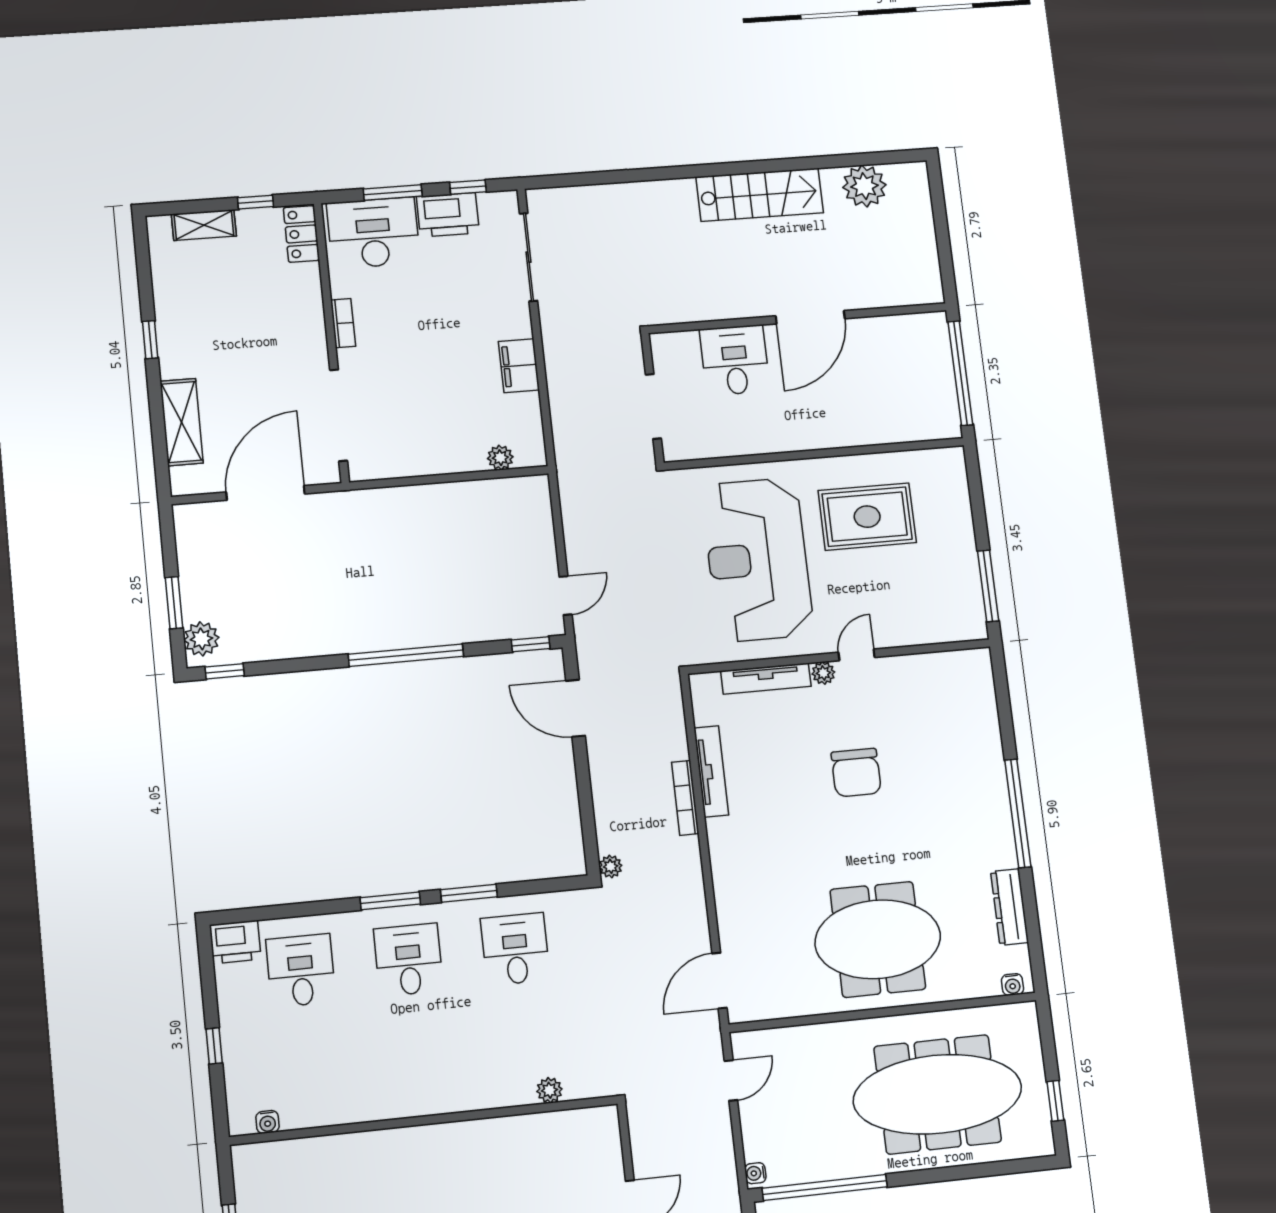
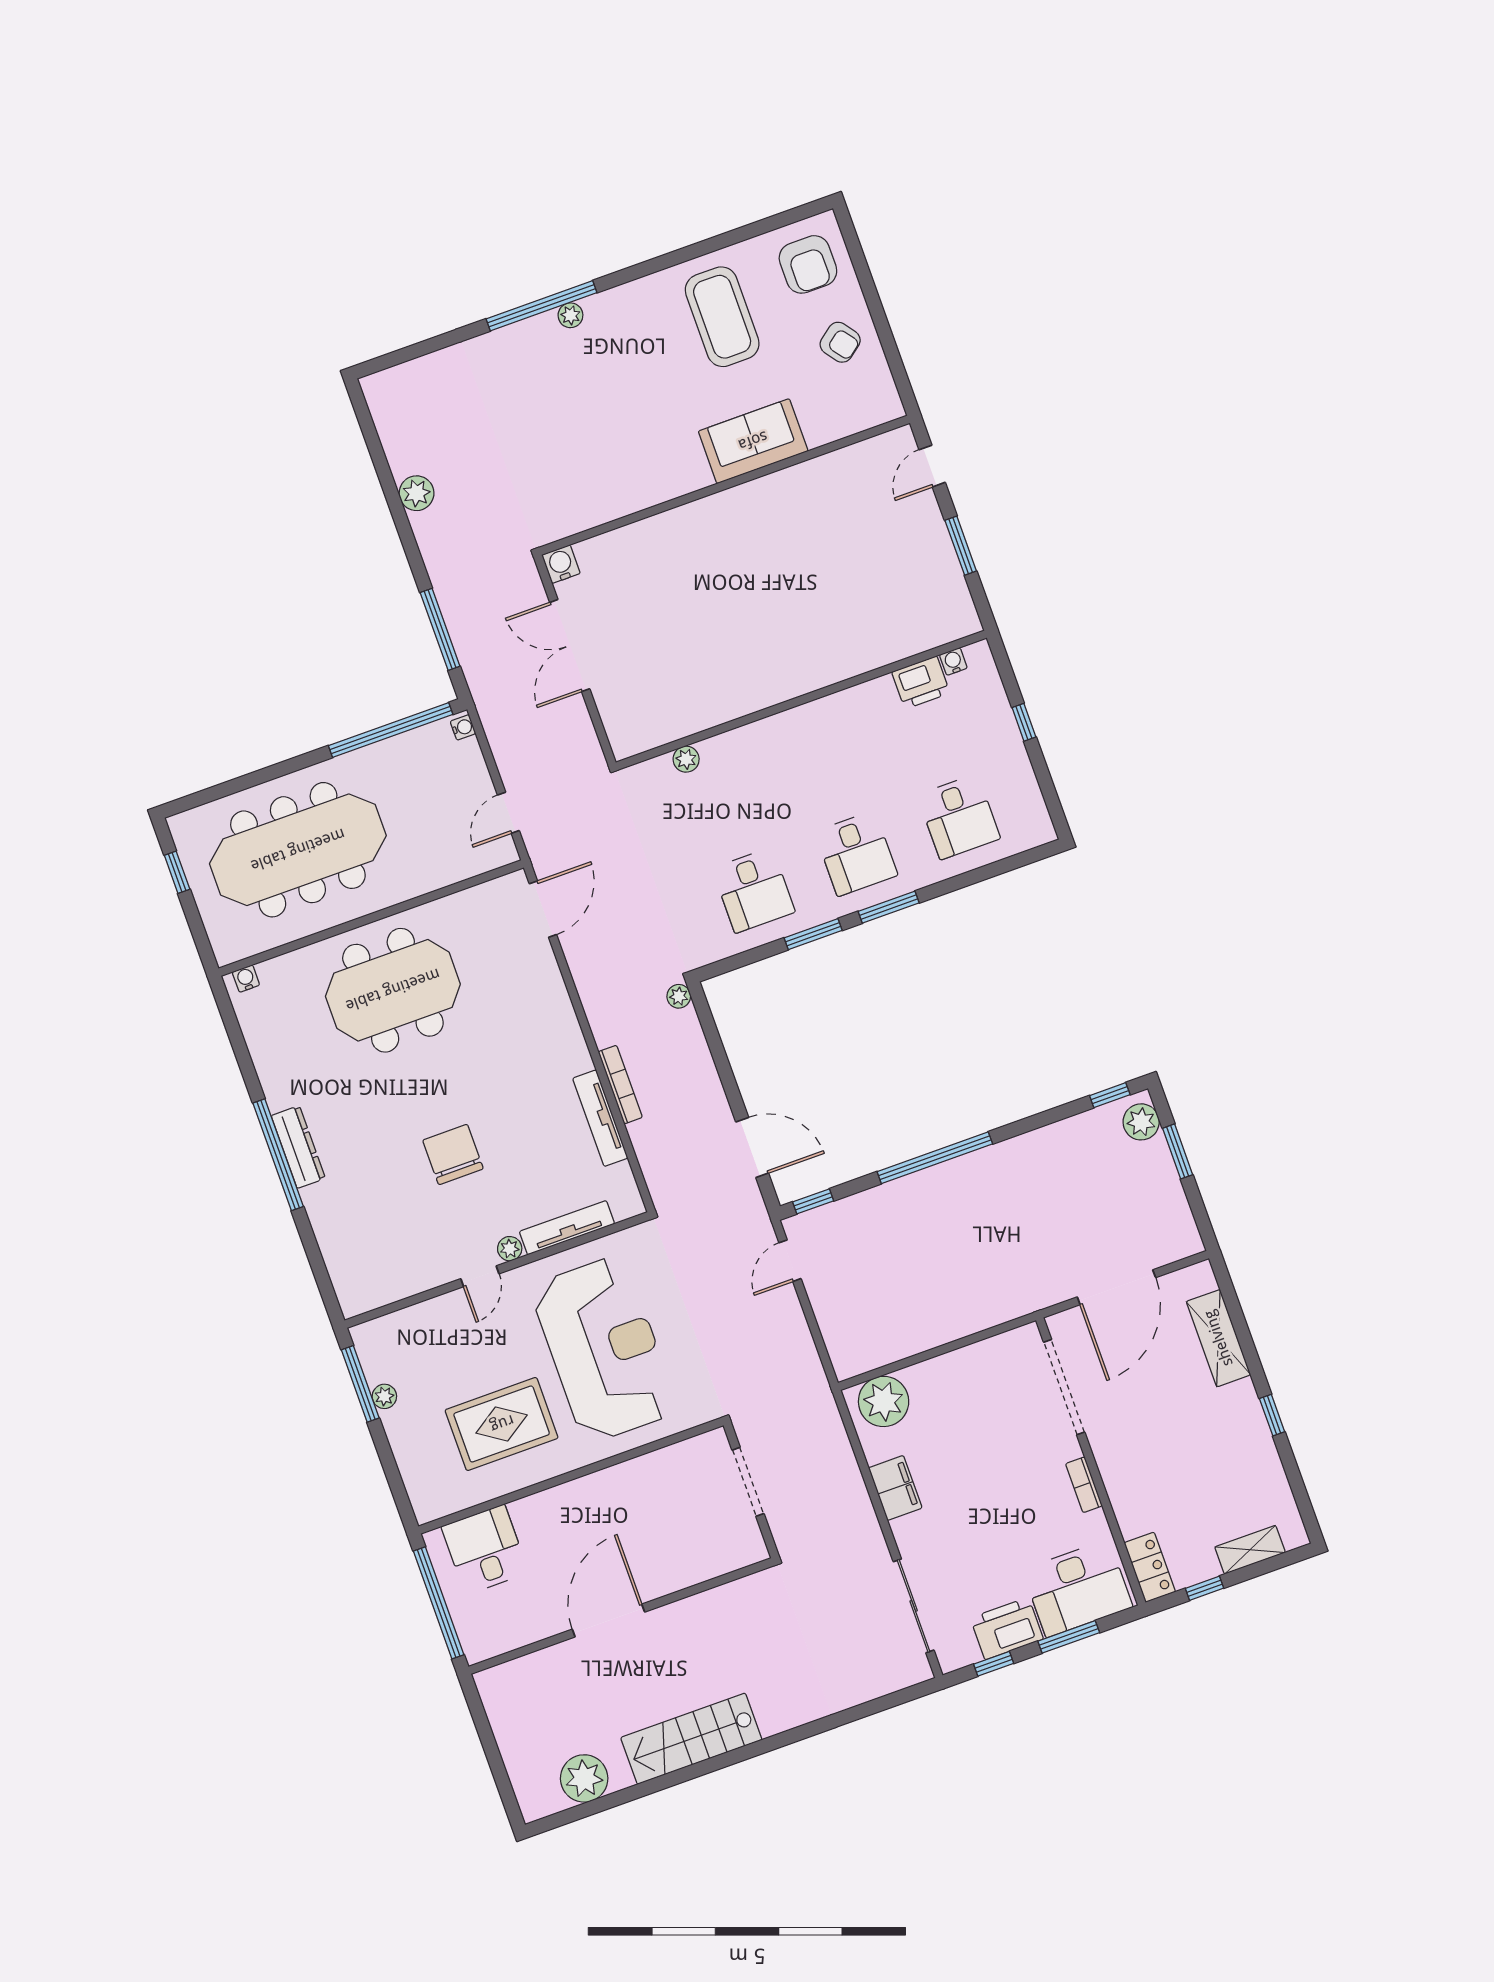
desk: (735, 360) -> (485, 1550), moved, turned 180
plant: (500, 458) -> (884, 1401), width x1.88, depth x1.88
plant: (969, 569) -> (384, 1396), added
dresser: (1010, 907) -> (298, 1147), moved
printer: (235, 942) -> (921, 683), moved, turned 180

